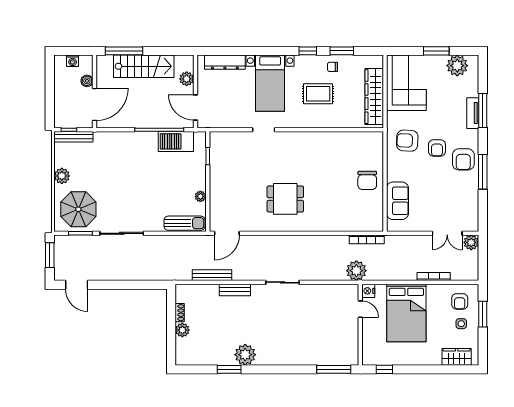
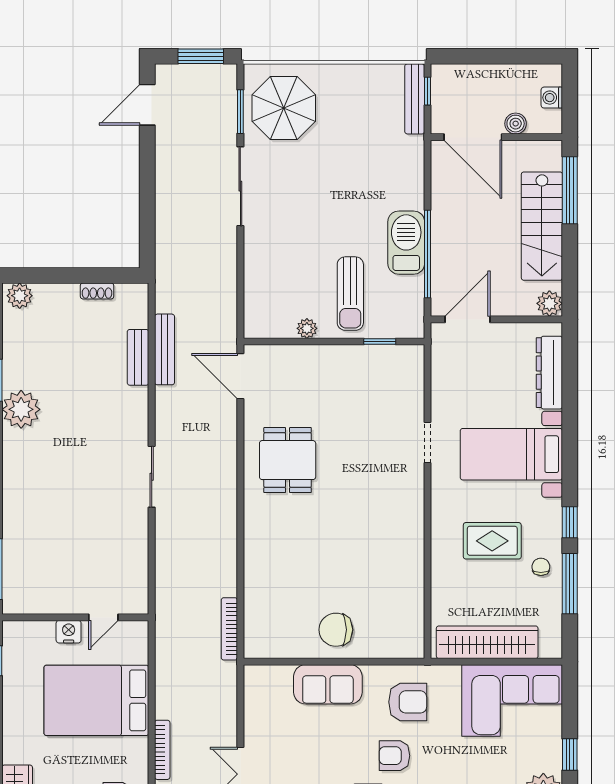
window: (342, 51) -> (570, 584), width x1.44
window: (436, 51) -> (570, 754), width x0.67
plant: (187, 79) -> (549, 303), moved
rug: (318, 94) -> (492, 541), turned 90
barbecue: (176, 141) -> (406, 243), moved
armchair: (407, 141) -> (408, 702), turned 87
plant: (62, 176) -> (344, 78), removed
dining table: (285, 199) -> (288, 460), moved
sofa: (397, 201) -> (328, 684), moved
sun lounger: (184, 223) -> (350, 294), moved
plant: (356, 271) -> (173, 610), removed
bench: (235, 290) -> (138, 357), moved
nightstand: (368, 291) -> (69, 632), moved
plant: (182, 330) -> (20, 296), moved

